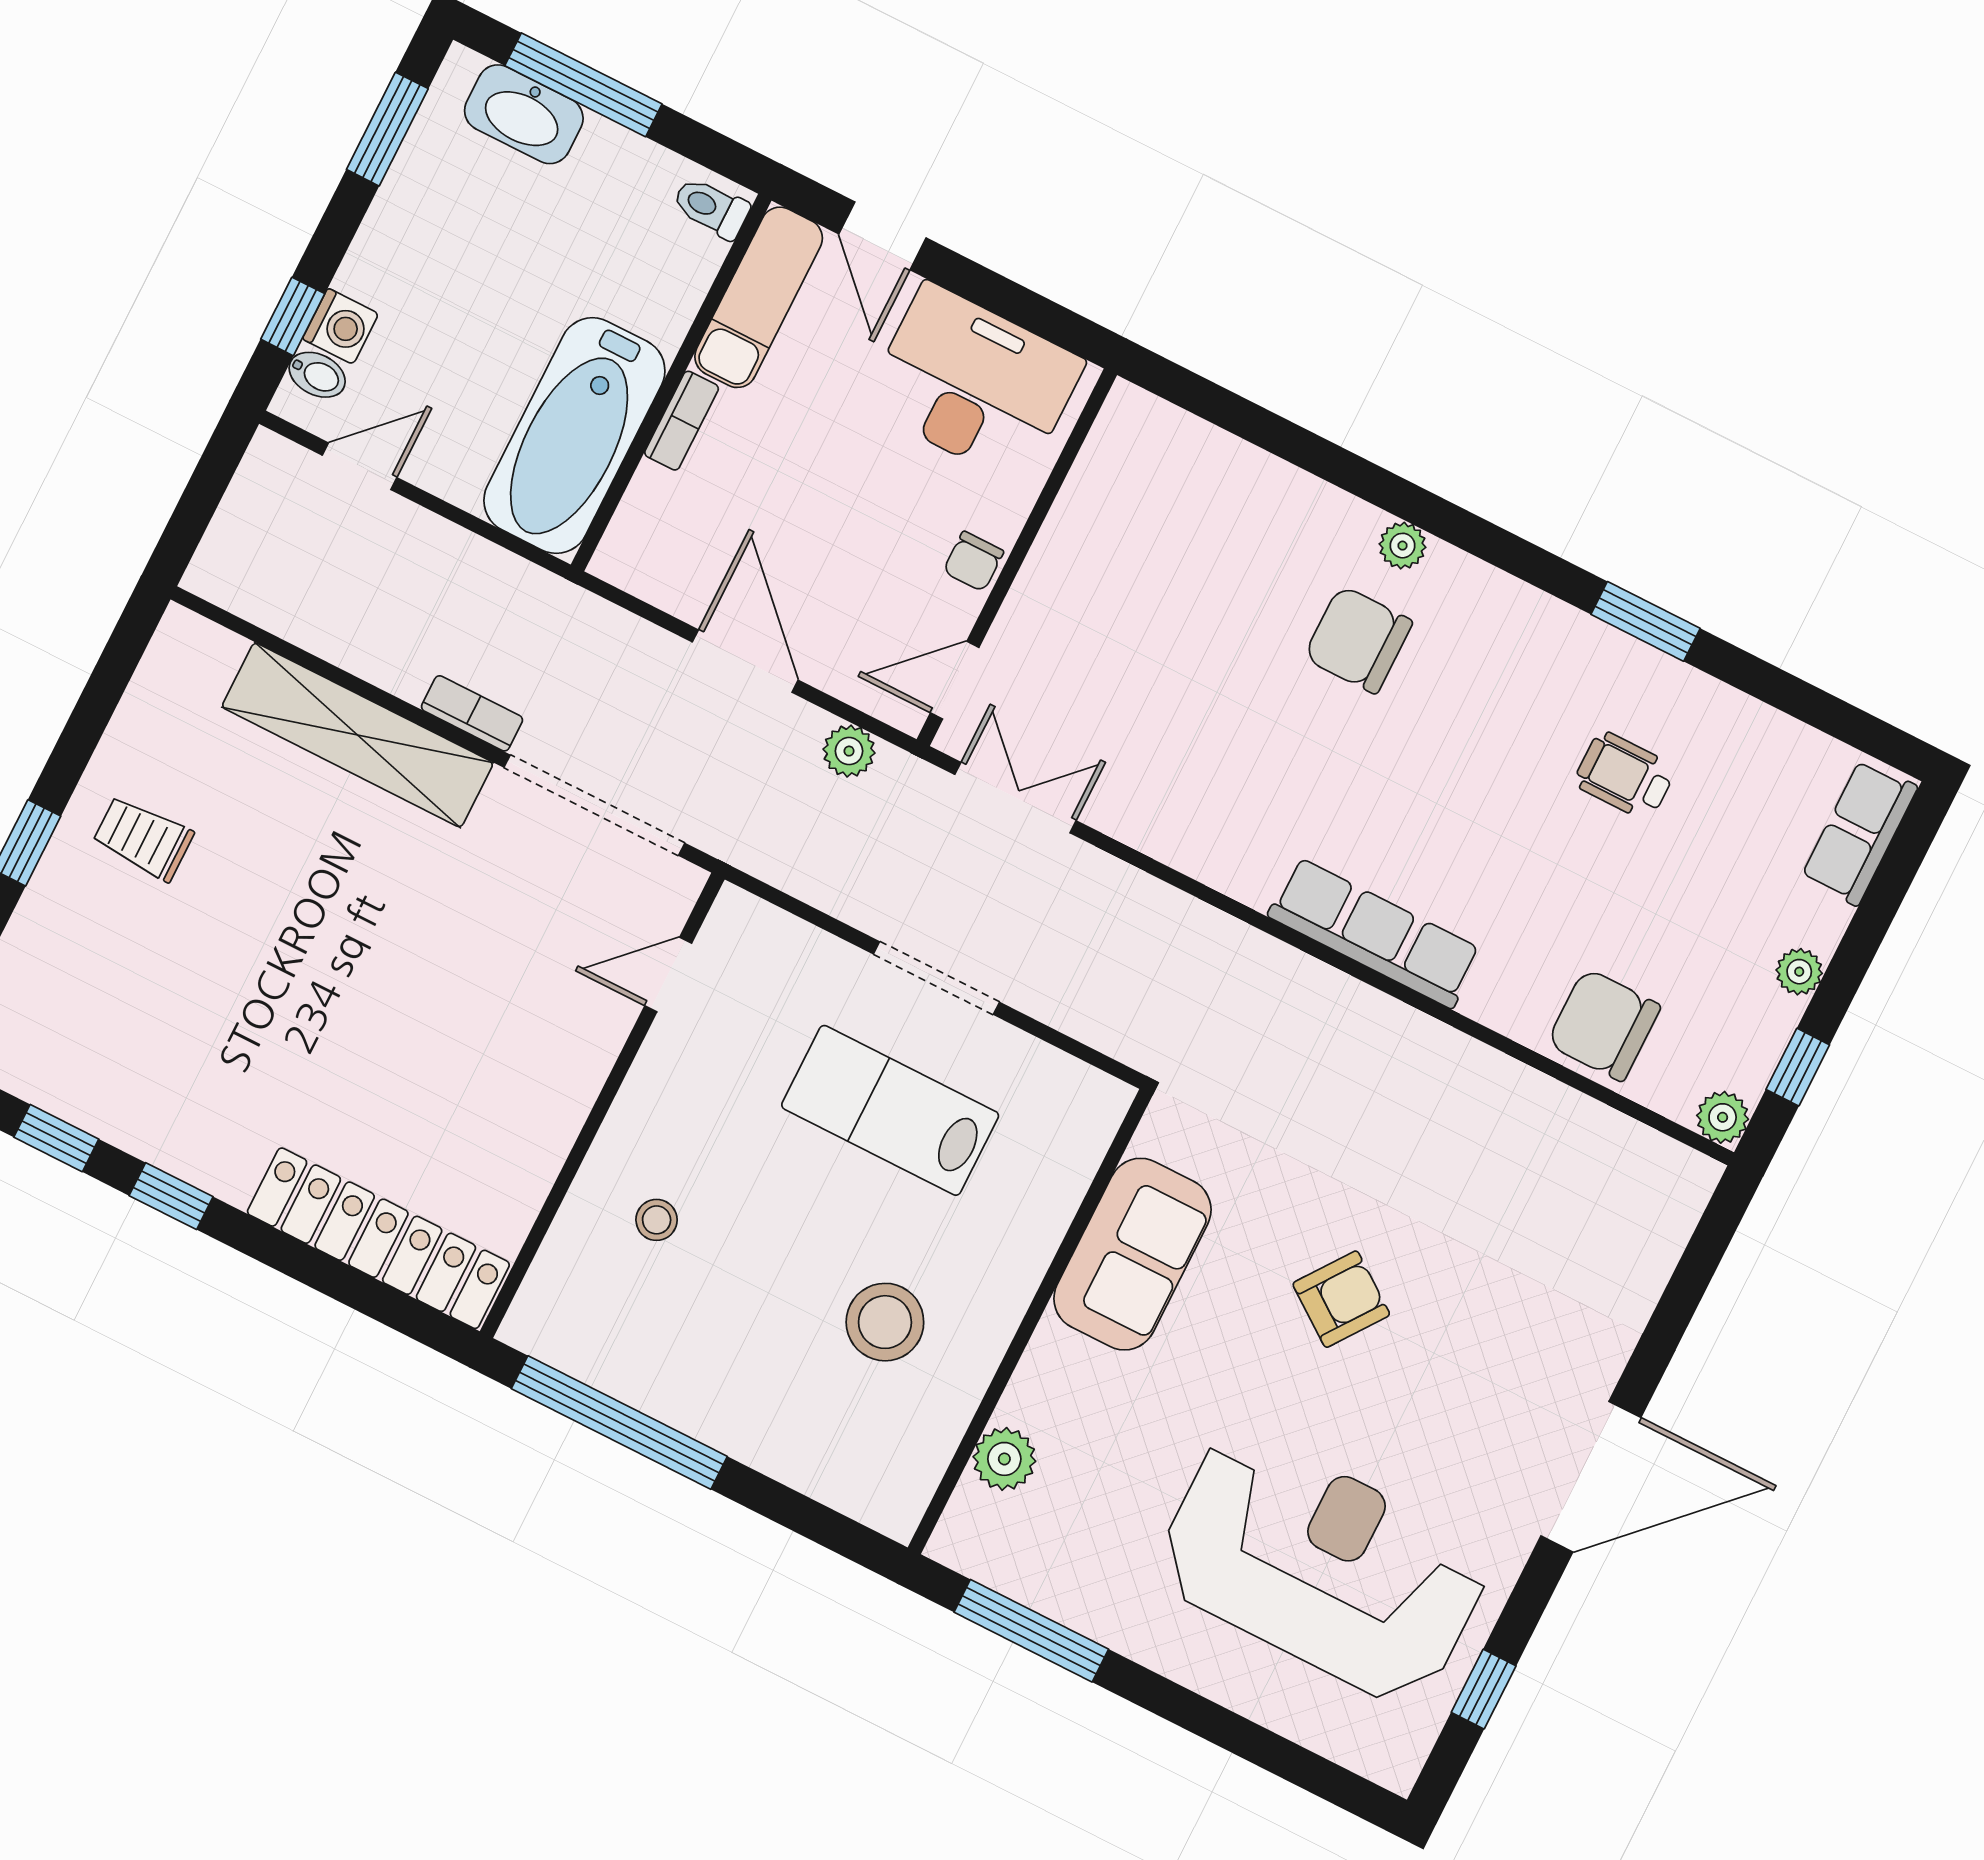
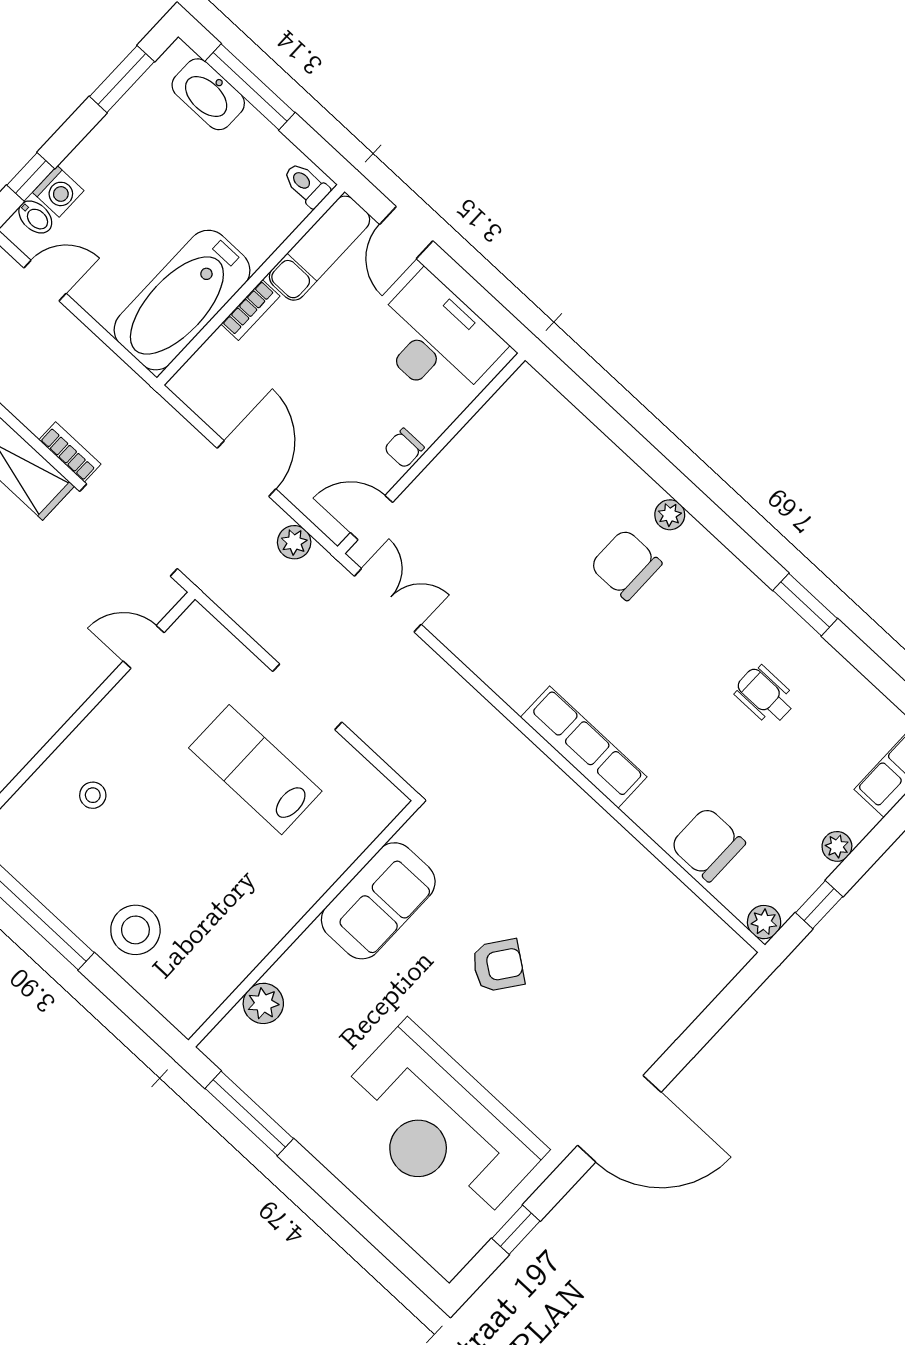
stool: (885, 1322) -> (135, 930), moved
reception desk: (1322, 1567) -> (439, 1126), turned 180

